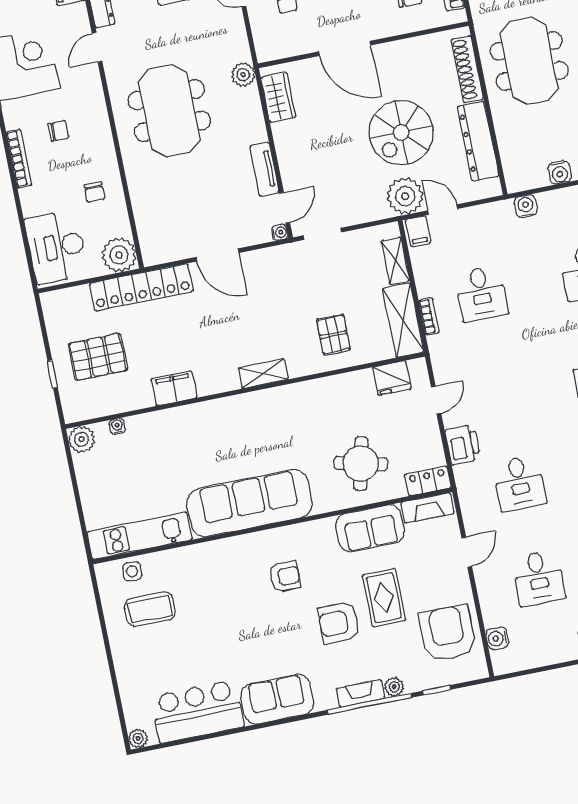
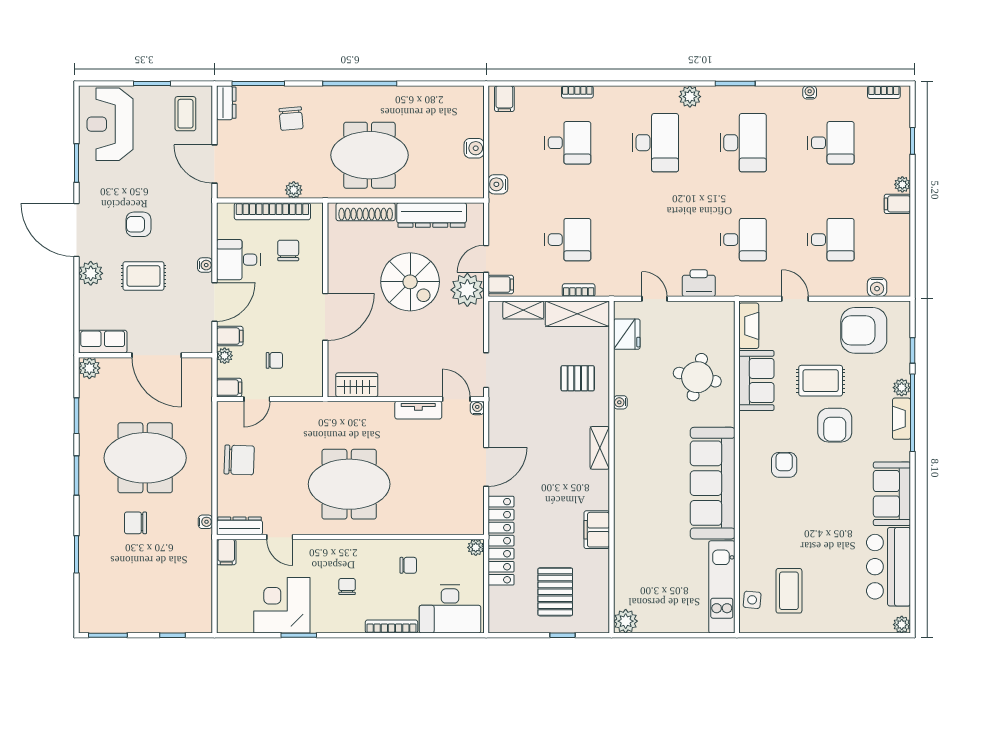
plant: (243, 75) -> (330, 412), removed
bookcase: (19, 159) -> (391, 626), moved
plant: (119, 255) -> (476, 547), width x0.53, depth x0.53
water cooler: (117, 426) -> (620, 402), moved
locker: (428, 481) -> (725, 321), removed

